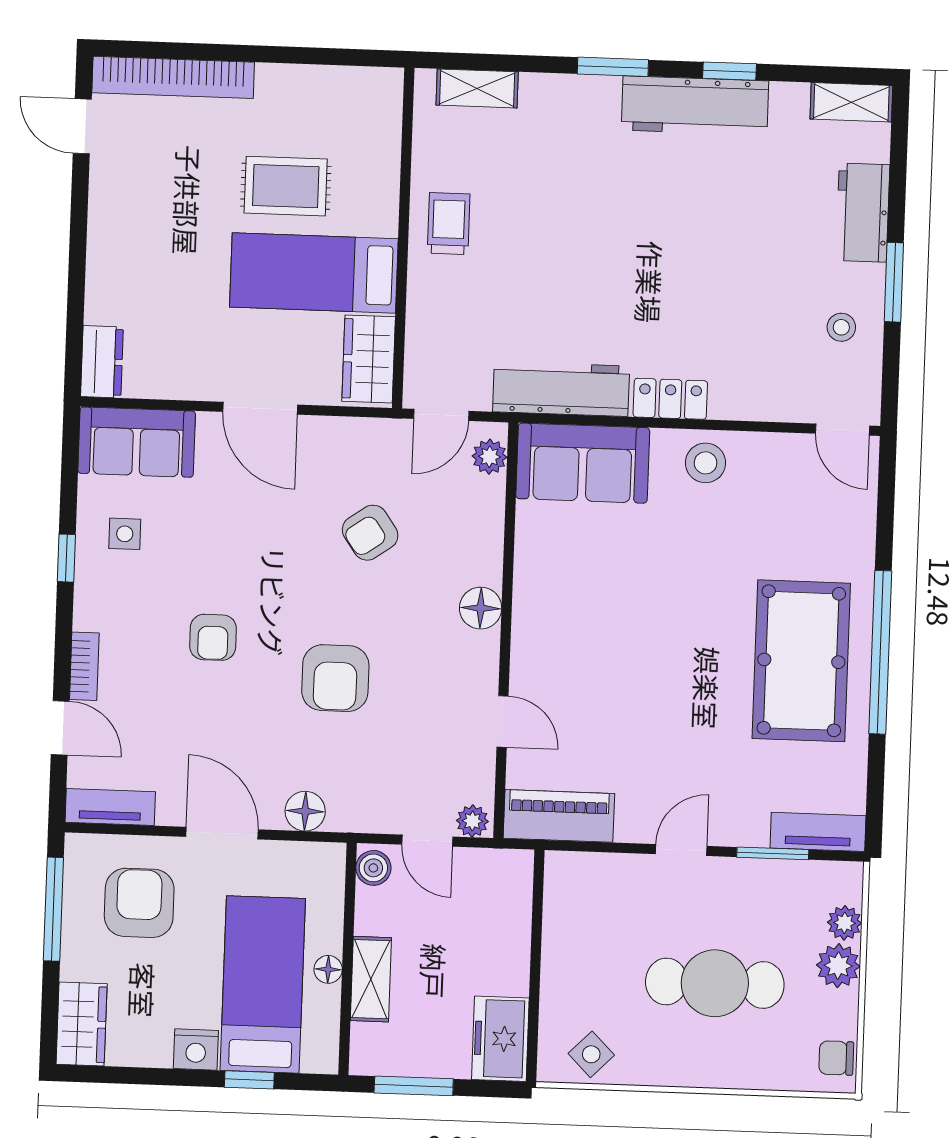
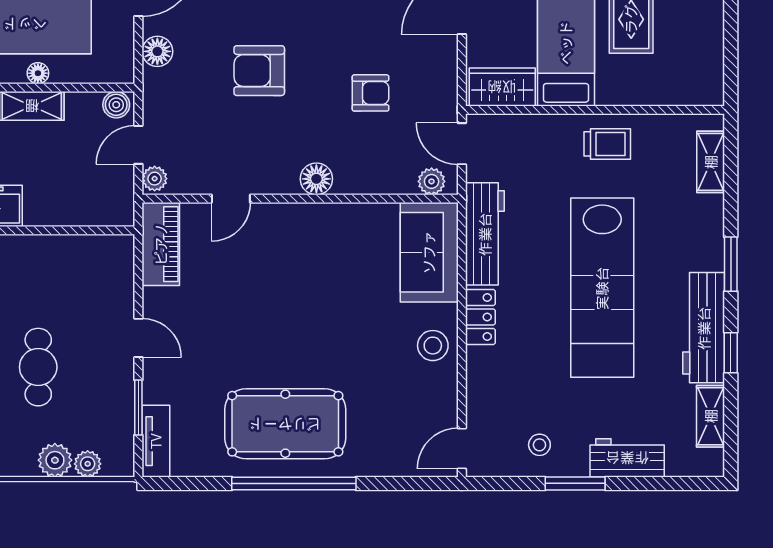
shelving: (851, 102) -> (711, 416), moved
lab bench: (638, 237) -> (602, 288), added
armchair: (370, 533) -> (371, 93), turned 125
cafe table: (715, 983) -> (38, 367), width x0.73, depth x0.74

